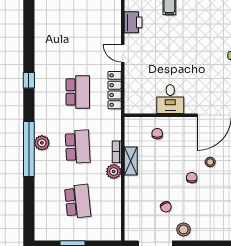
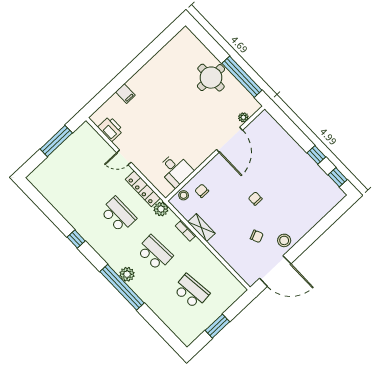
desk: (170, 99) -> (175, 170), moved
stool: (210, 162) -> (184, 195), moved
plant: (114, 171) -> (161, 209), moved

